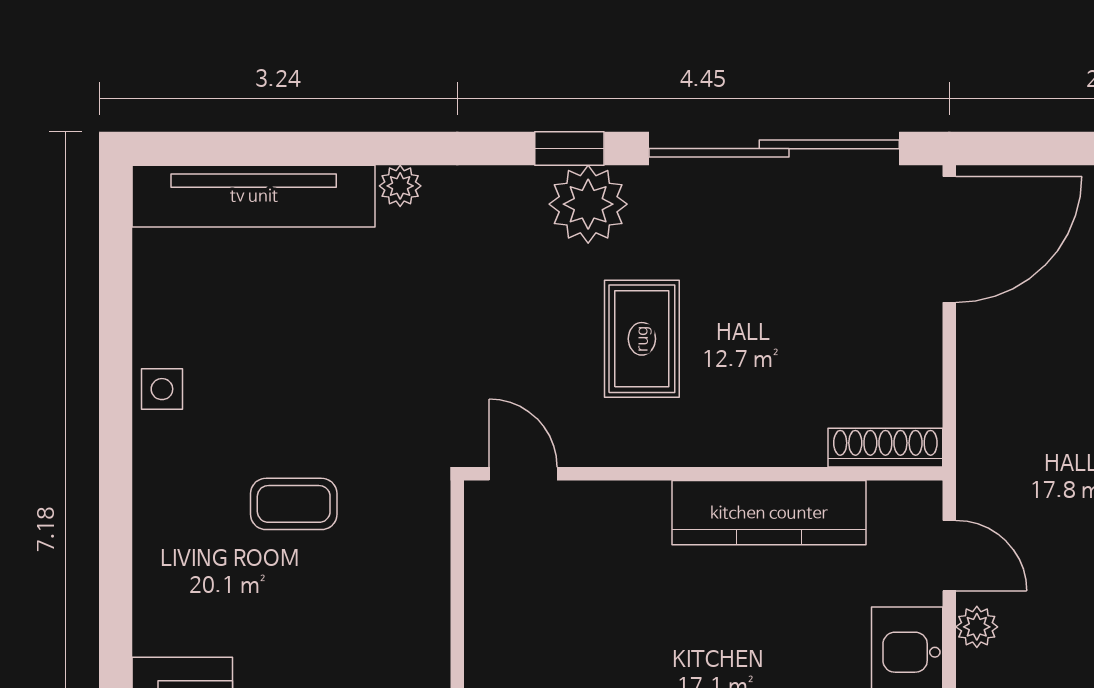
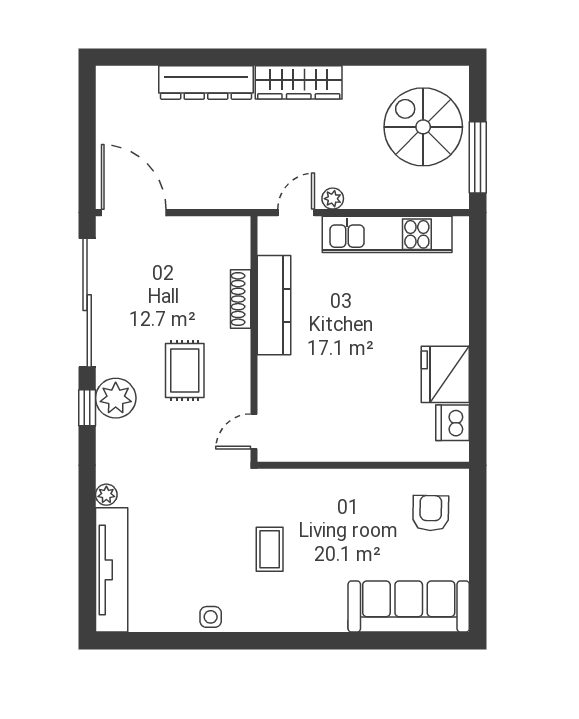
rug: (642, 339) -> (185, 371), turned 90
shoe rack: (885, 448) -> (241, 299), moved

